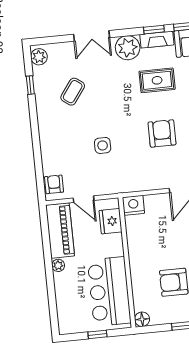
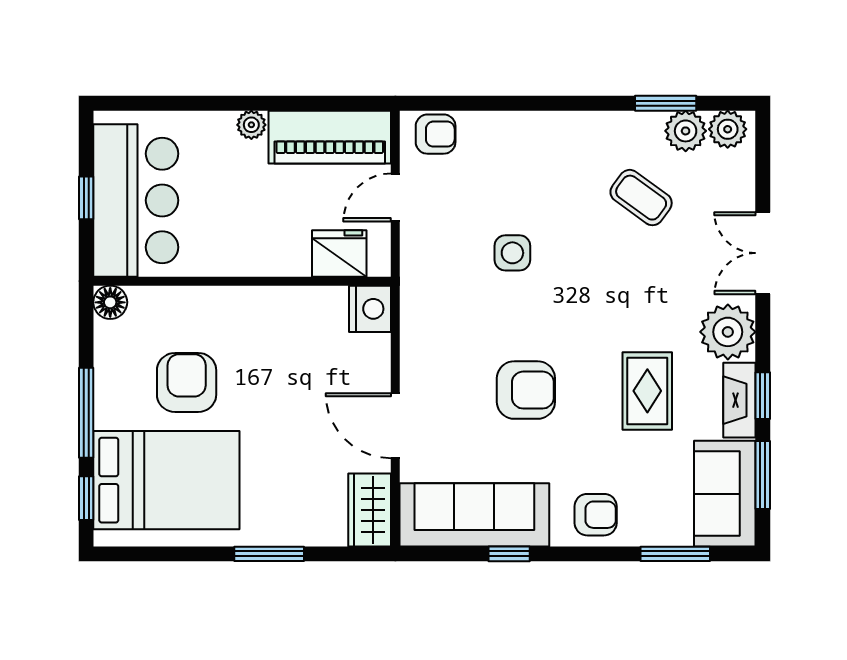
plant: (42, 75) -> (686, 131), added
window: (30, 85) -> (666, 103), width x1.50
bar counter: (109, 291) -> (136, 200), moved, turned 90

